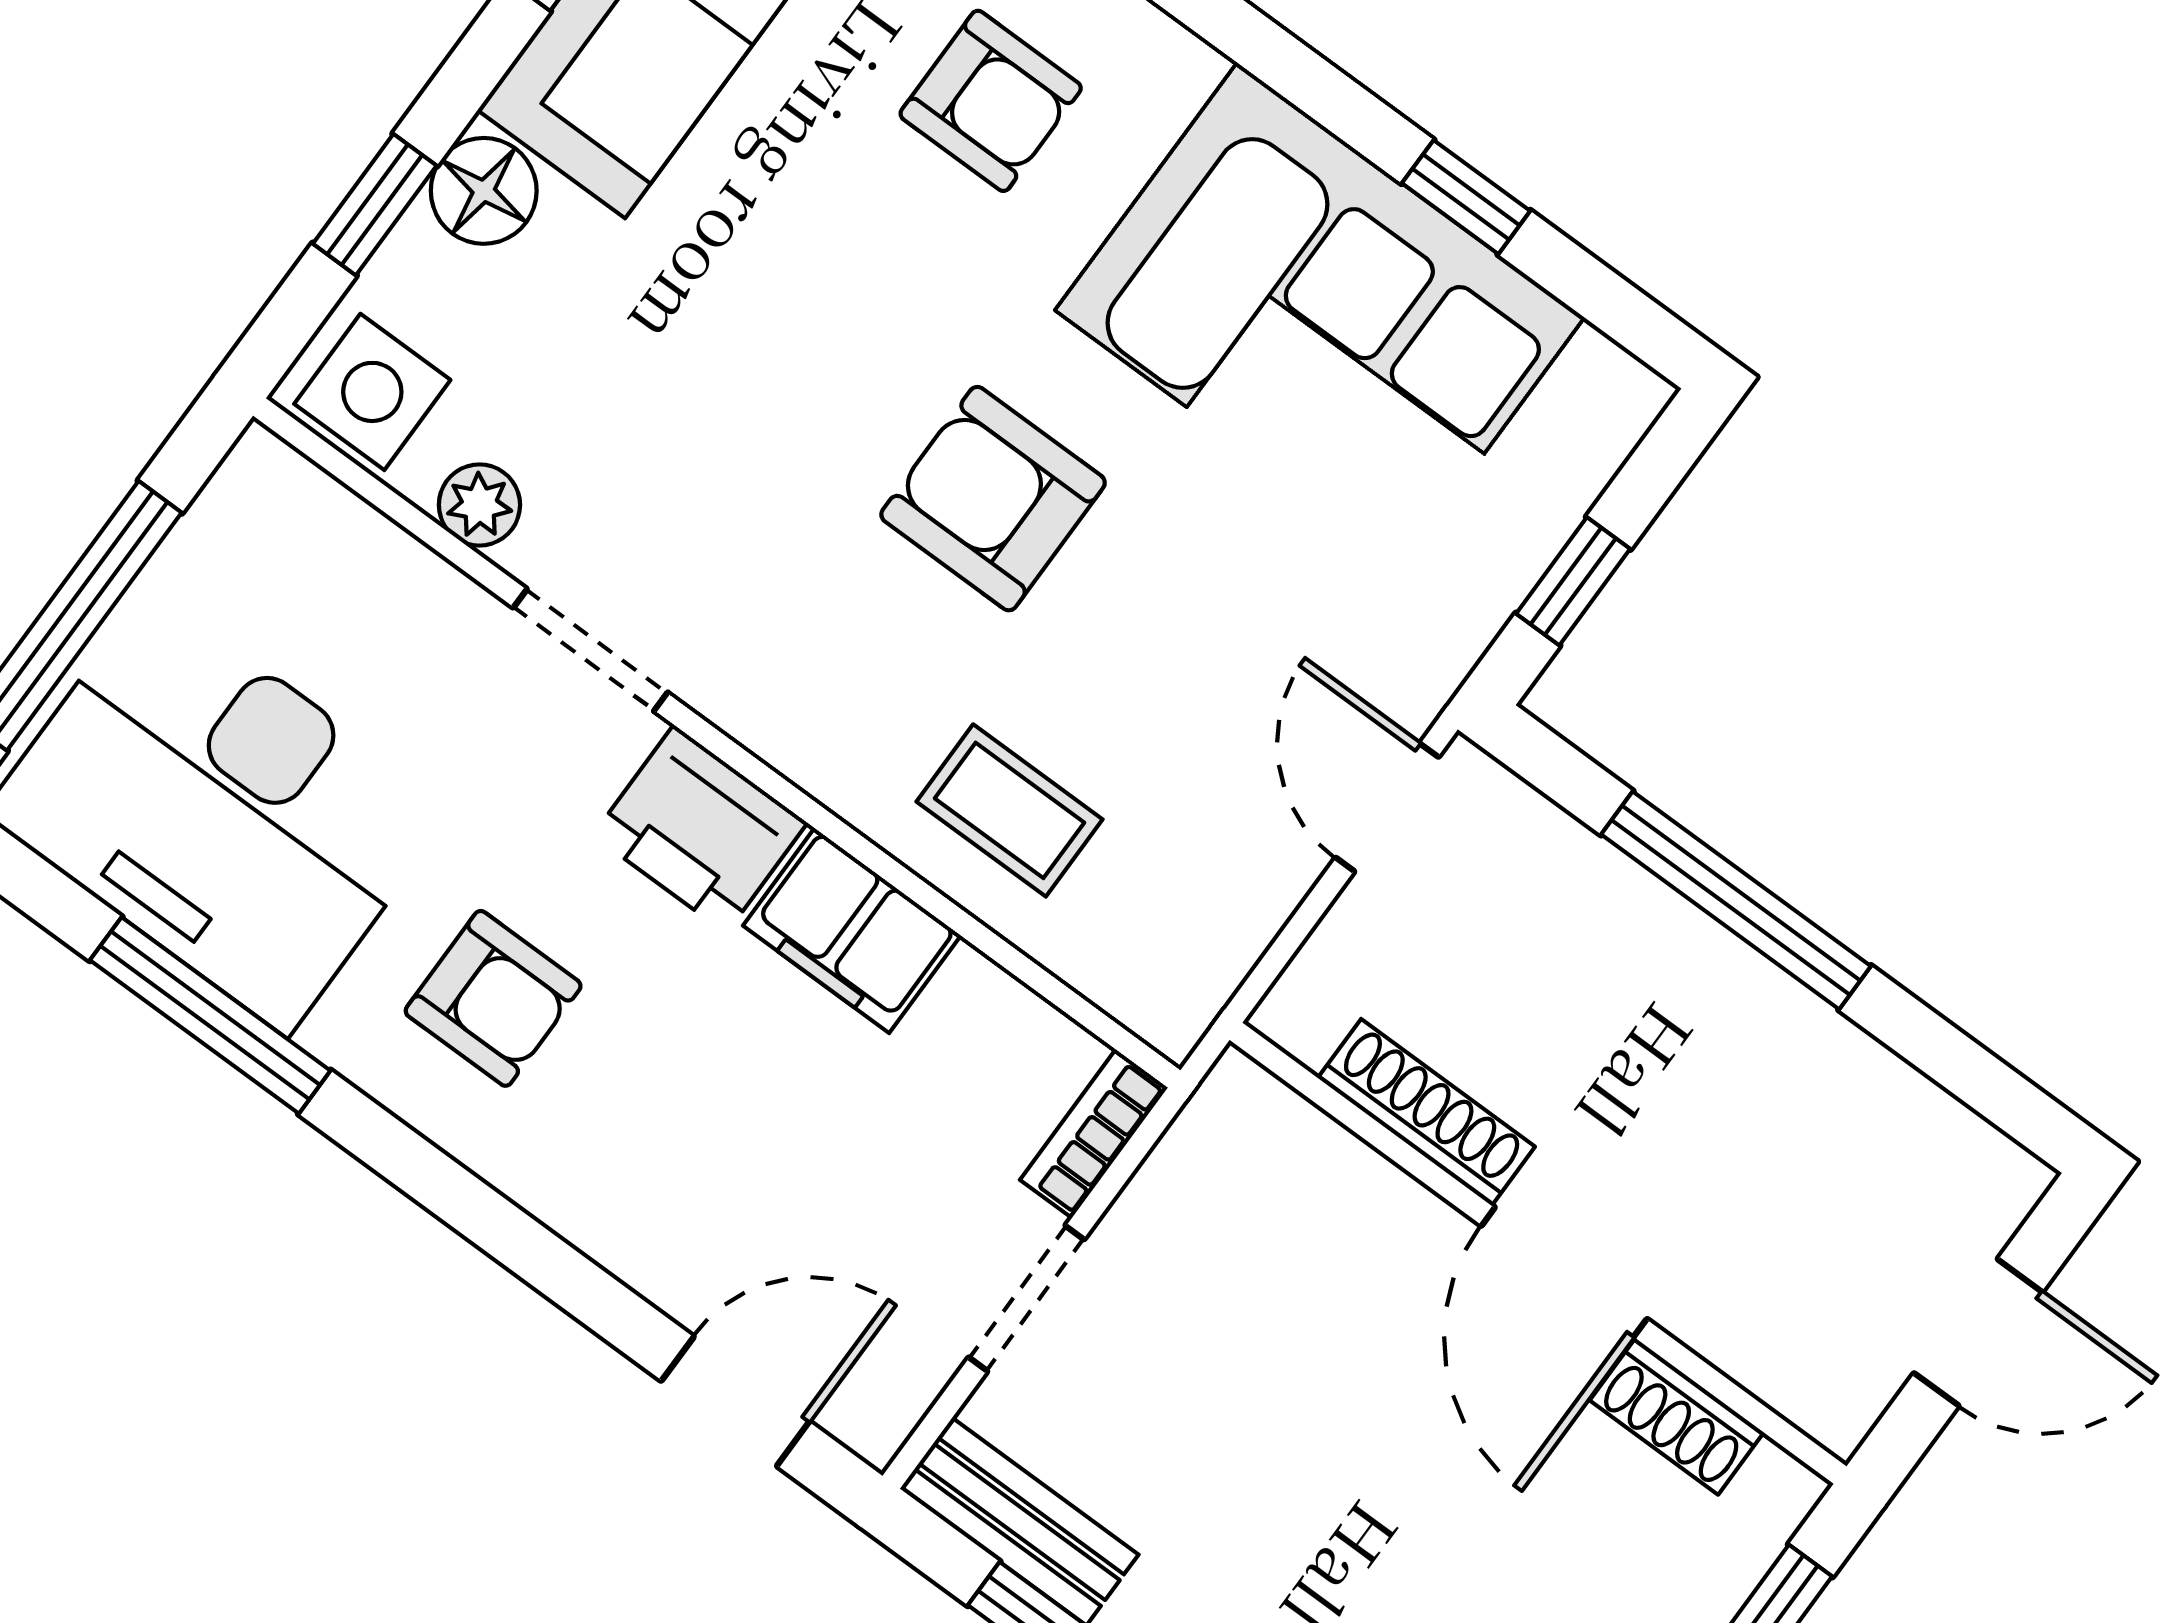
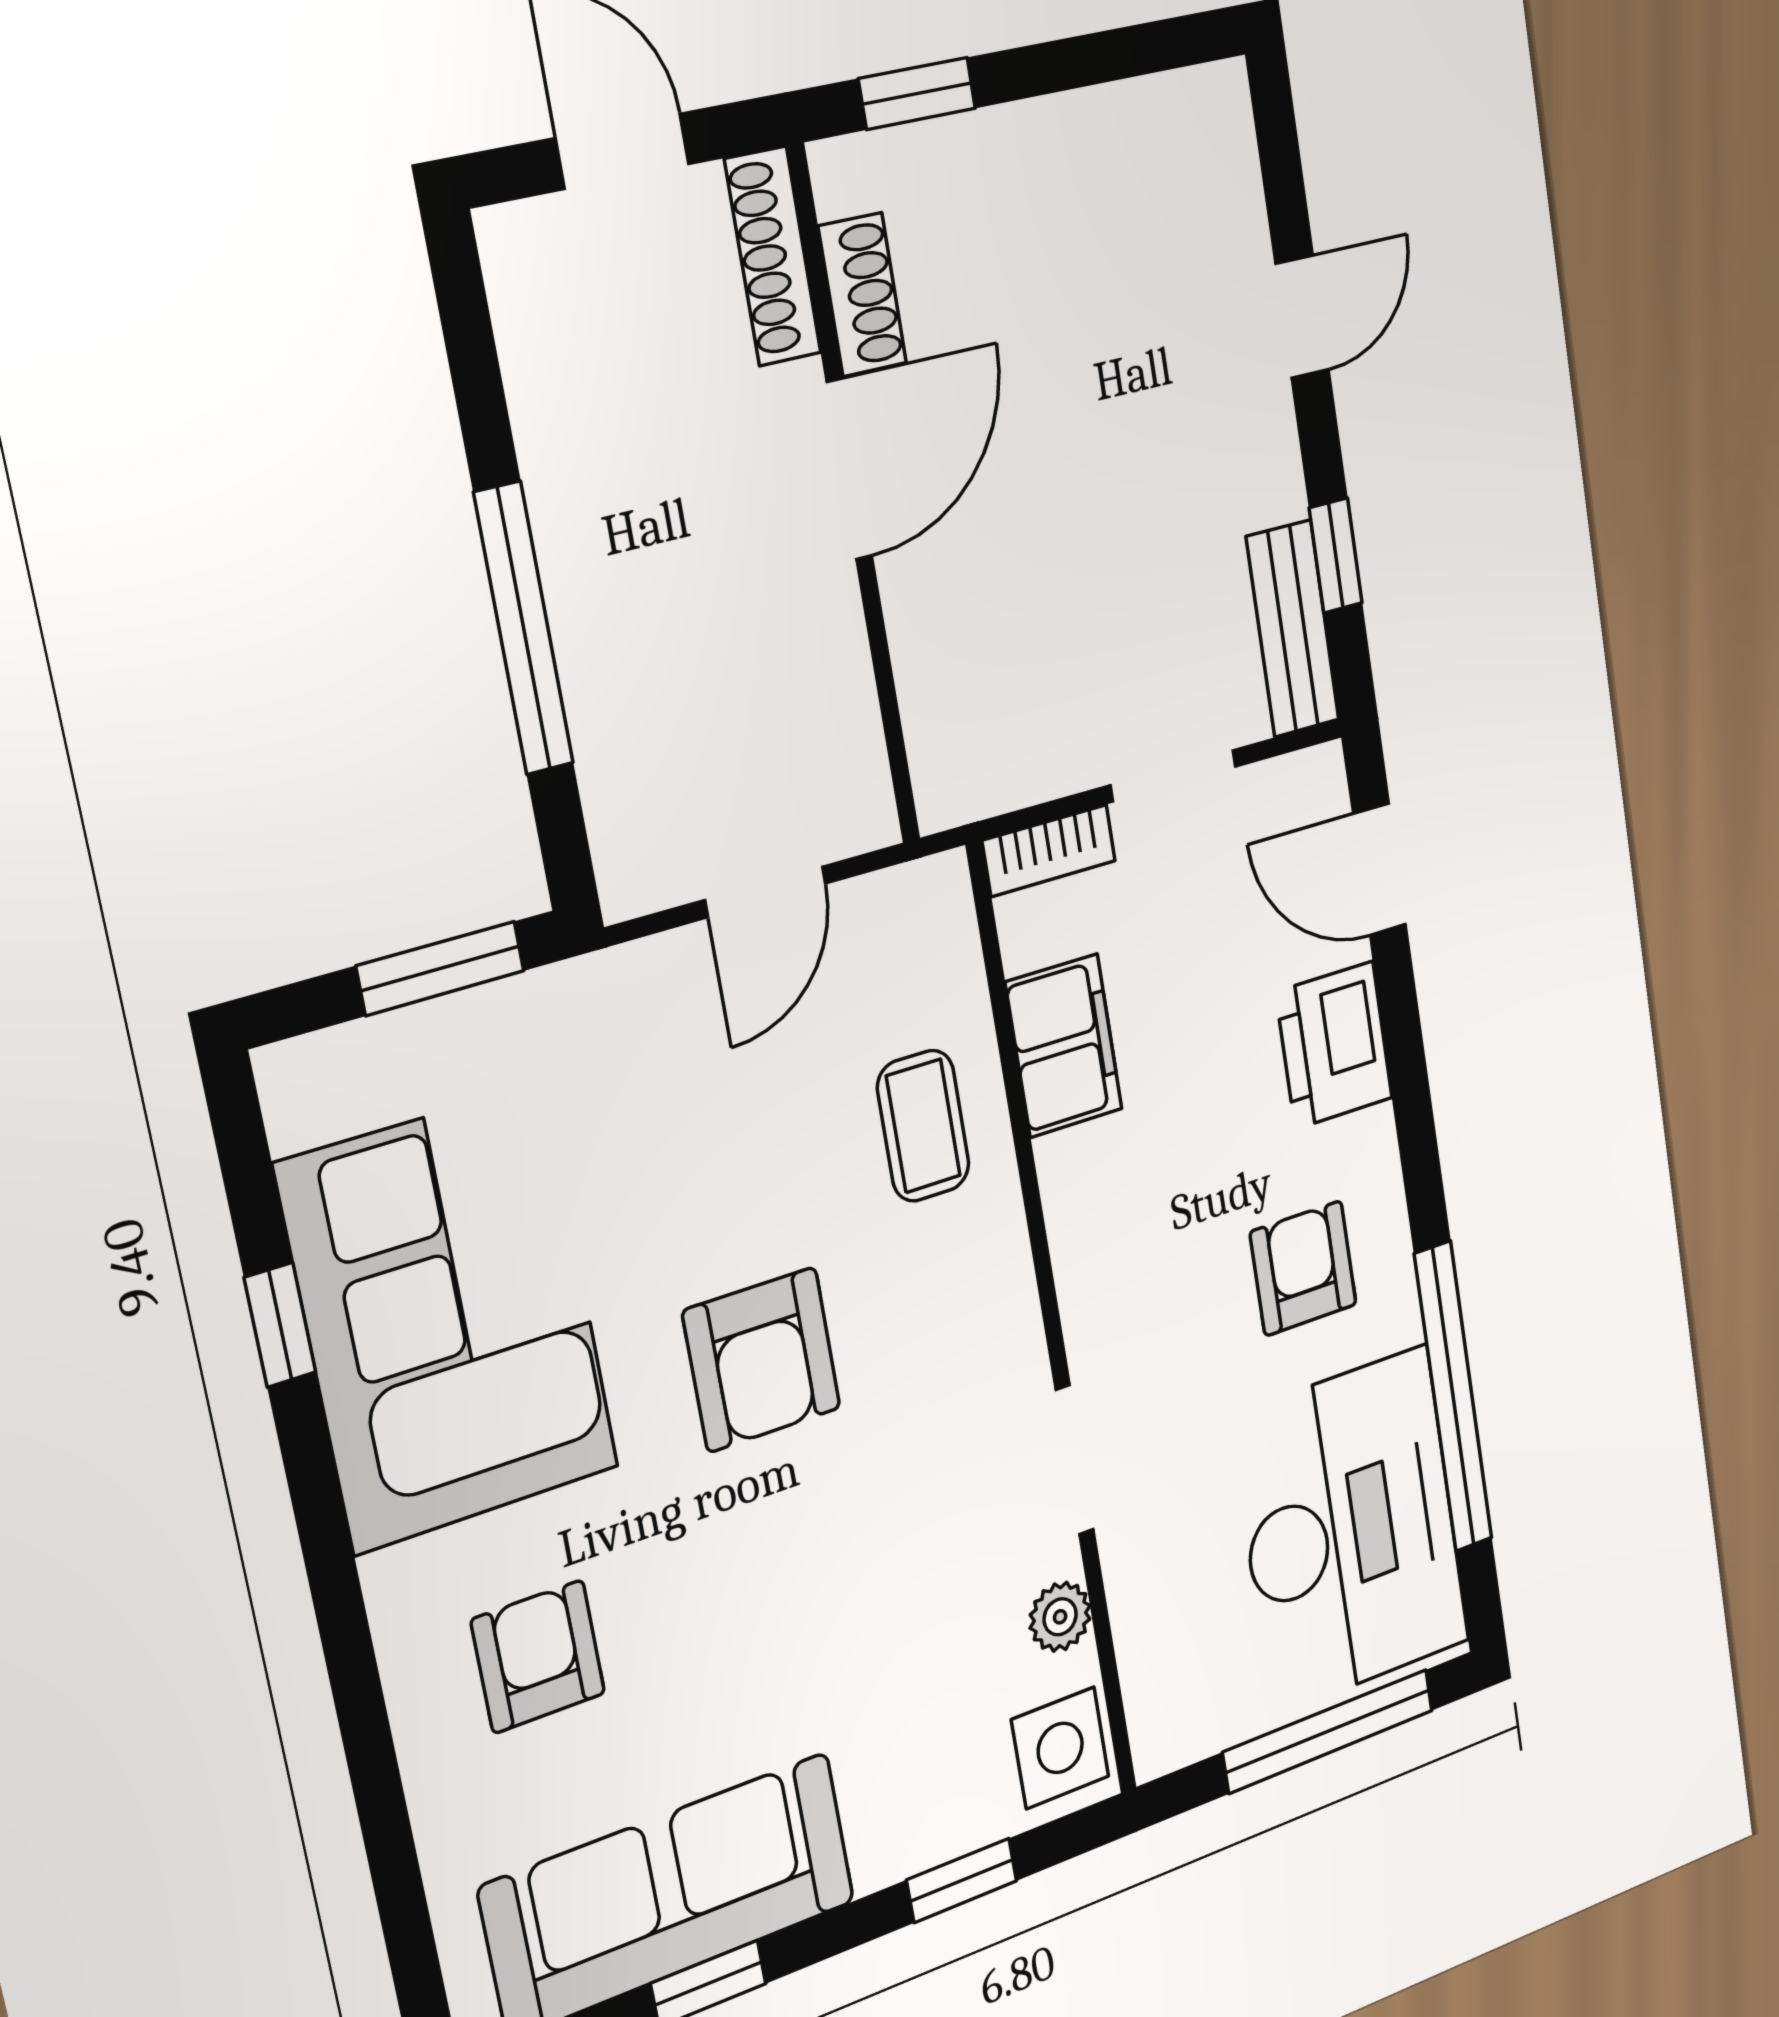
floor lamp: (484, 191) -> (893, 1839), removed
window: (1573, 581) -> (440, 968), width x1.50
door: (1387, 807) -> (765, 892), moved
printer: (700, 829) -> (1334, 1045), moved, turned 180
filing cabinet: (852, 931) -> (1064, 1046), moved
window: (210, 1015) -> (1453, 1397), width x1.46
shoe rack: (1426, 1112) -> (773, 256), moved

